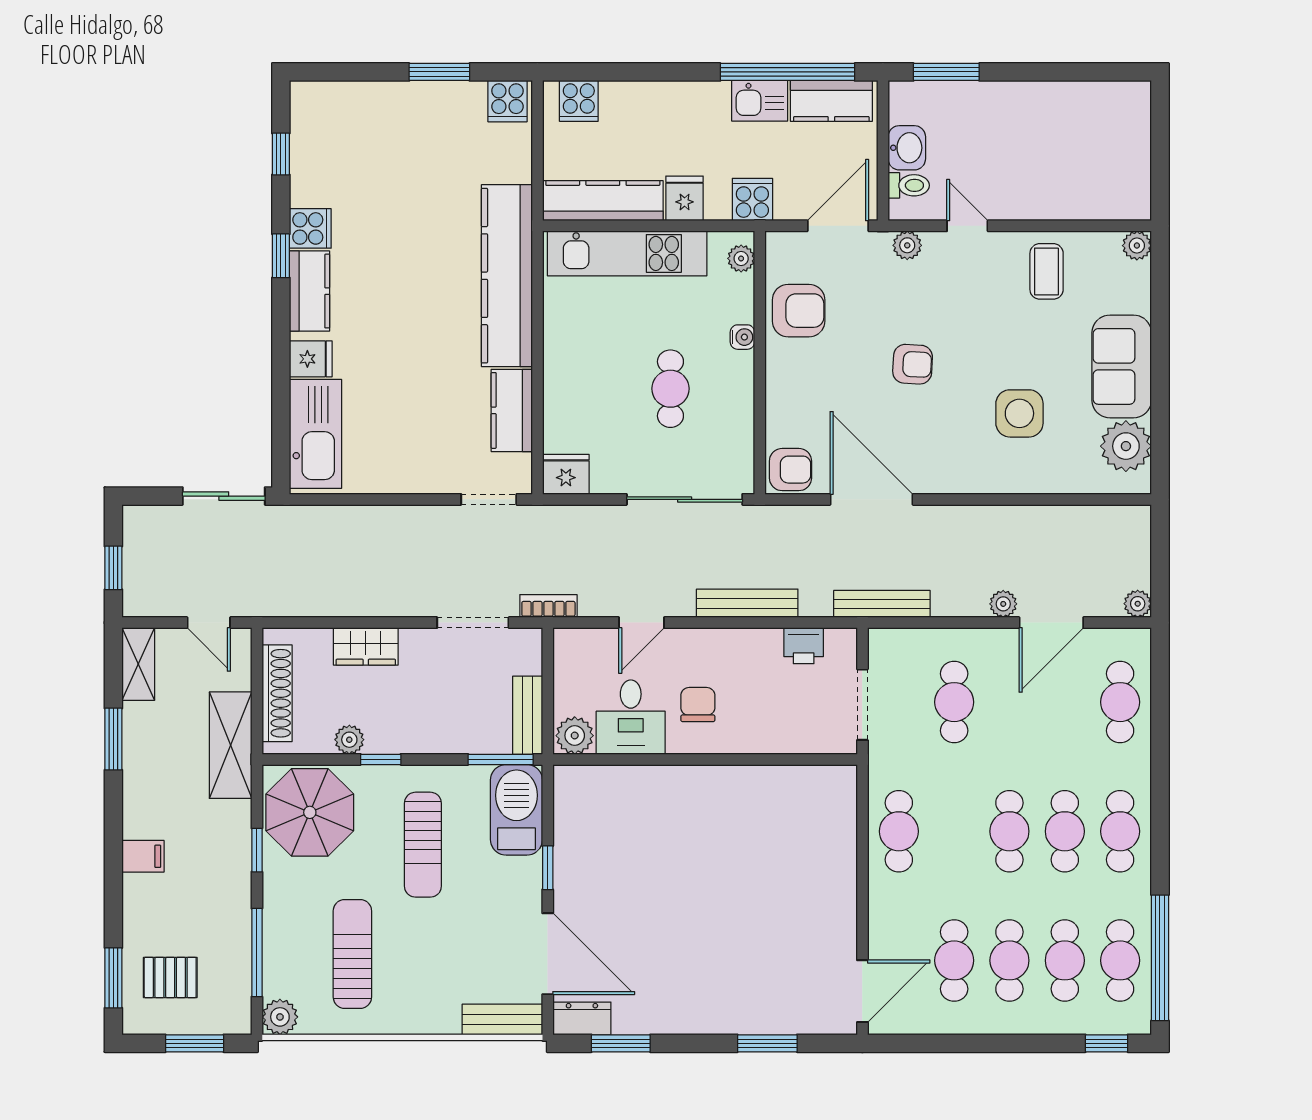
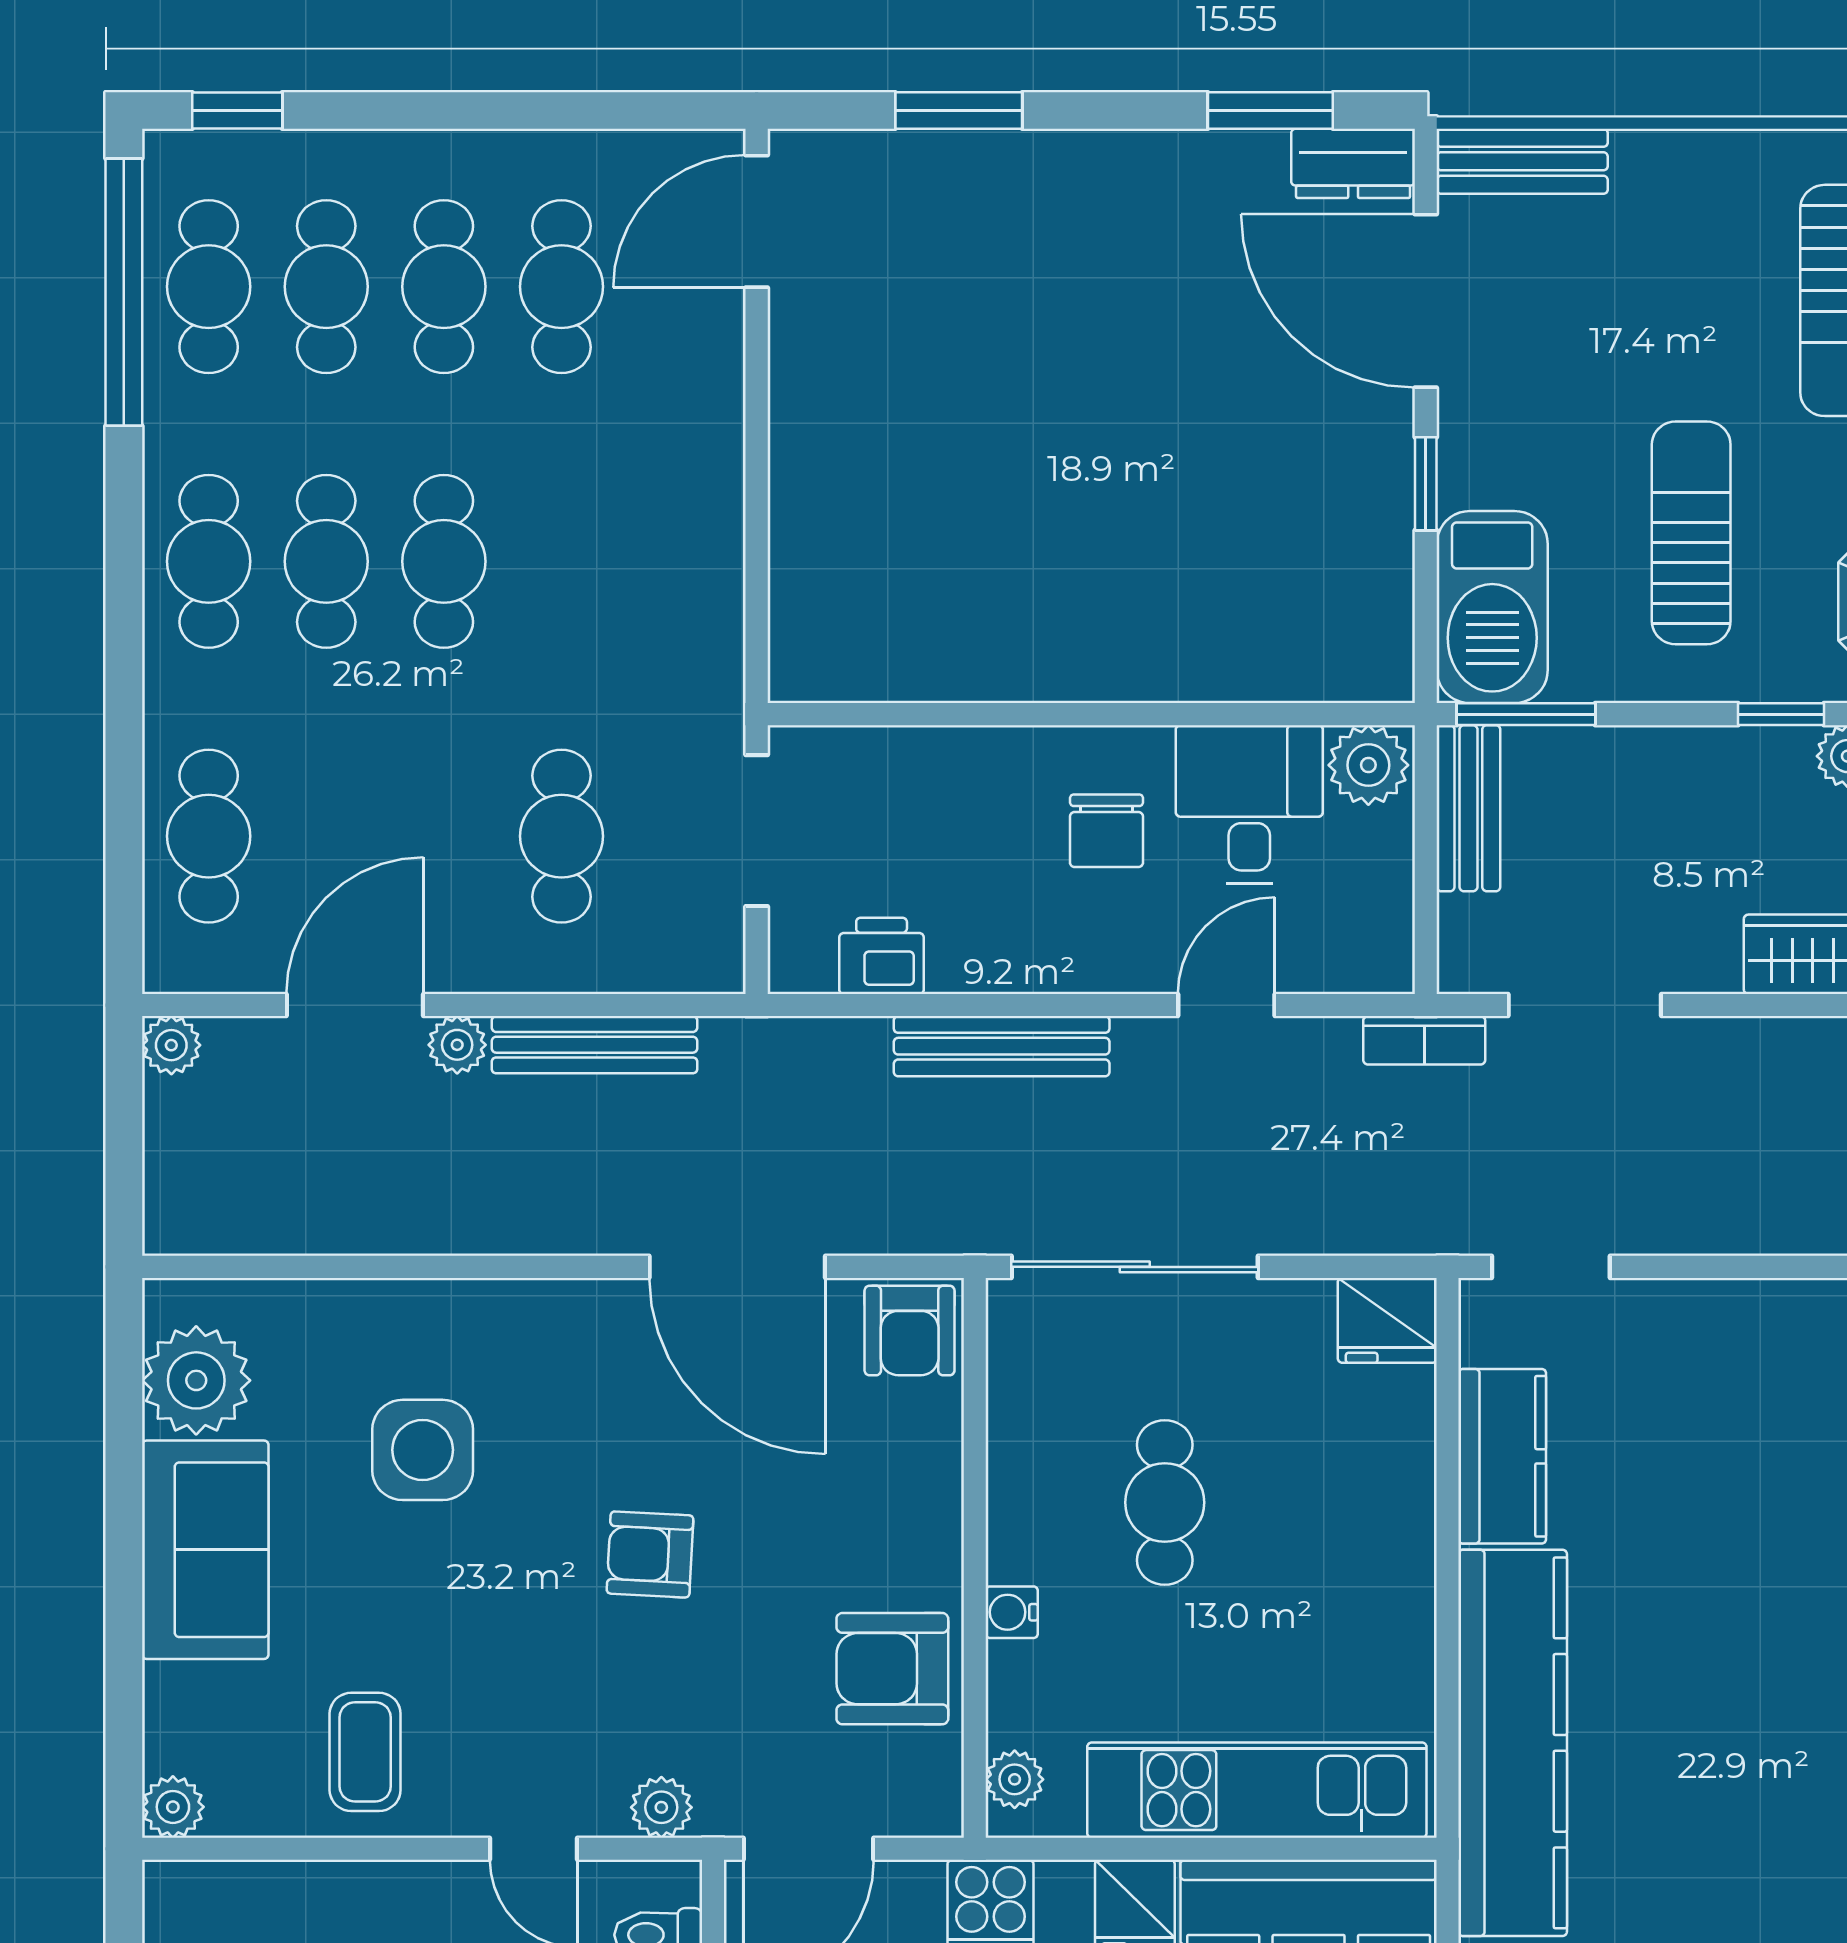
armchair: (790, 470) -> (910, 1330), turned -90
bench: (882, 604) -> (594, 1045), moved
cafe table: (899, 831) -> (679, 561), removed

